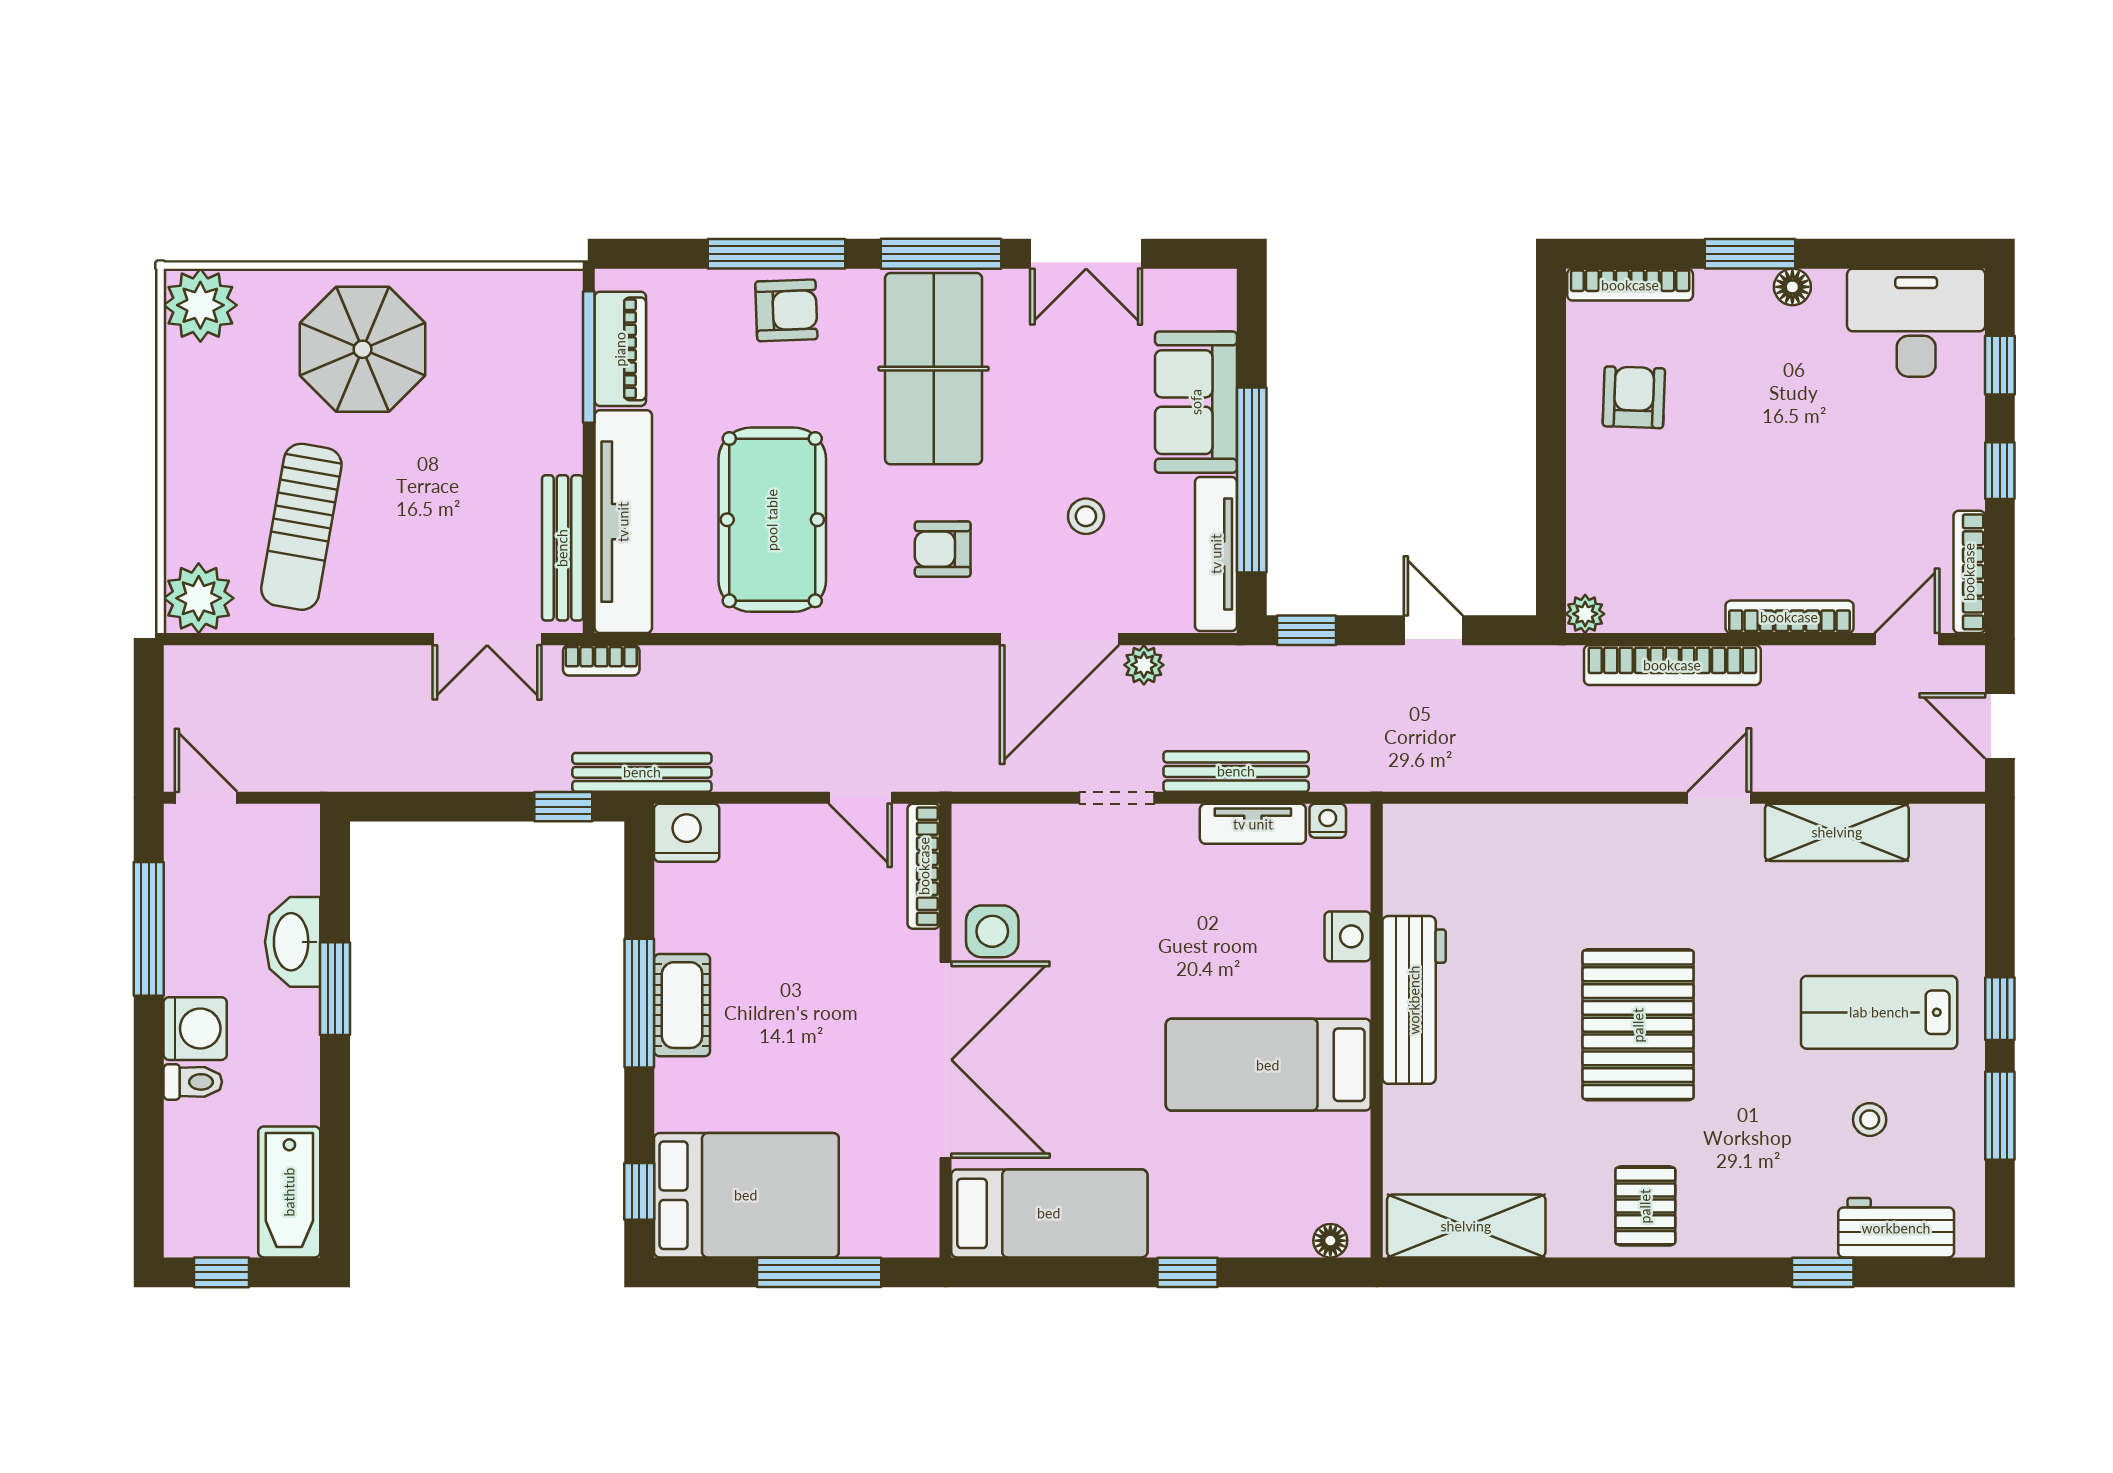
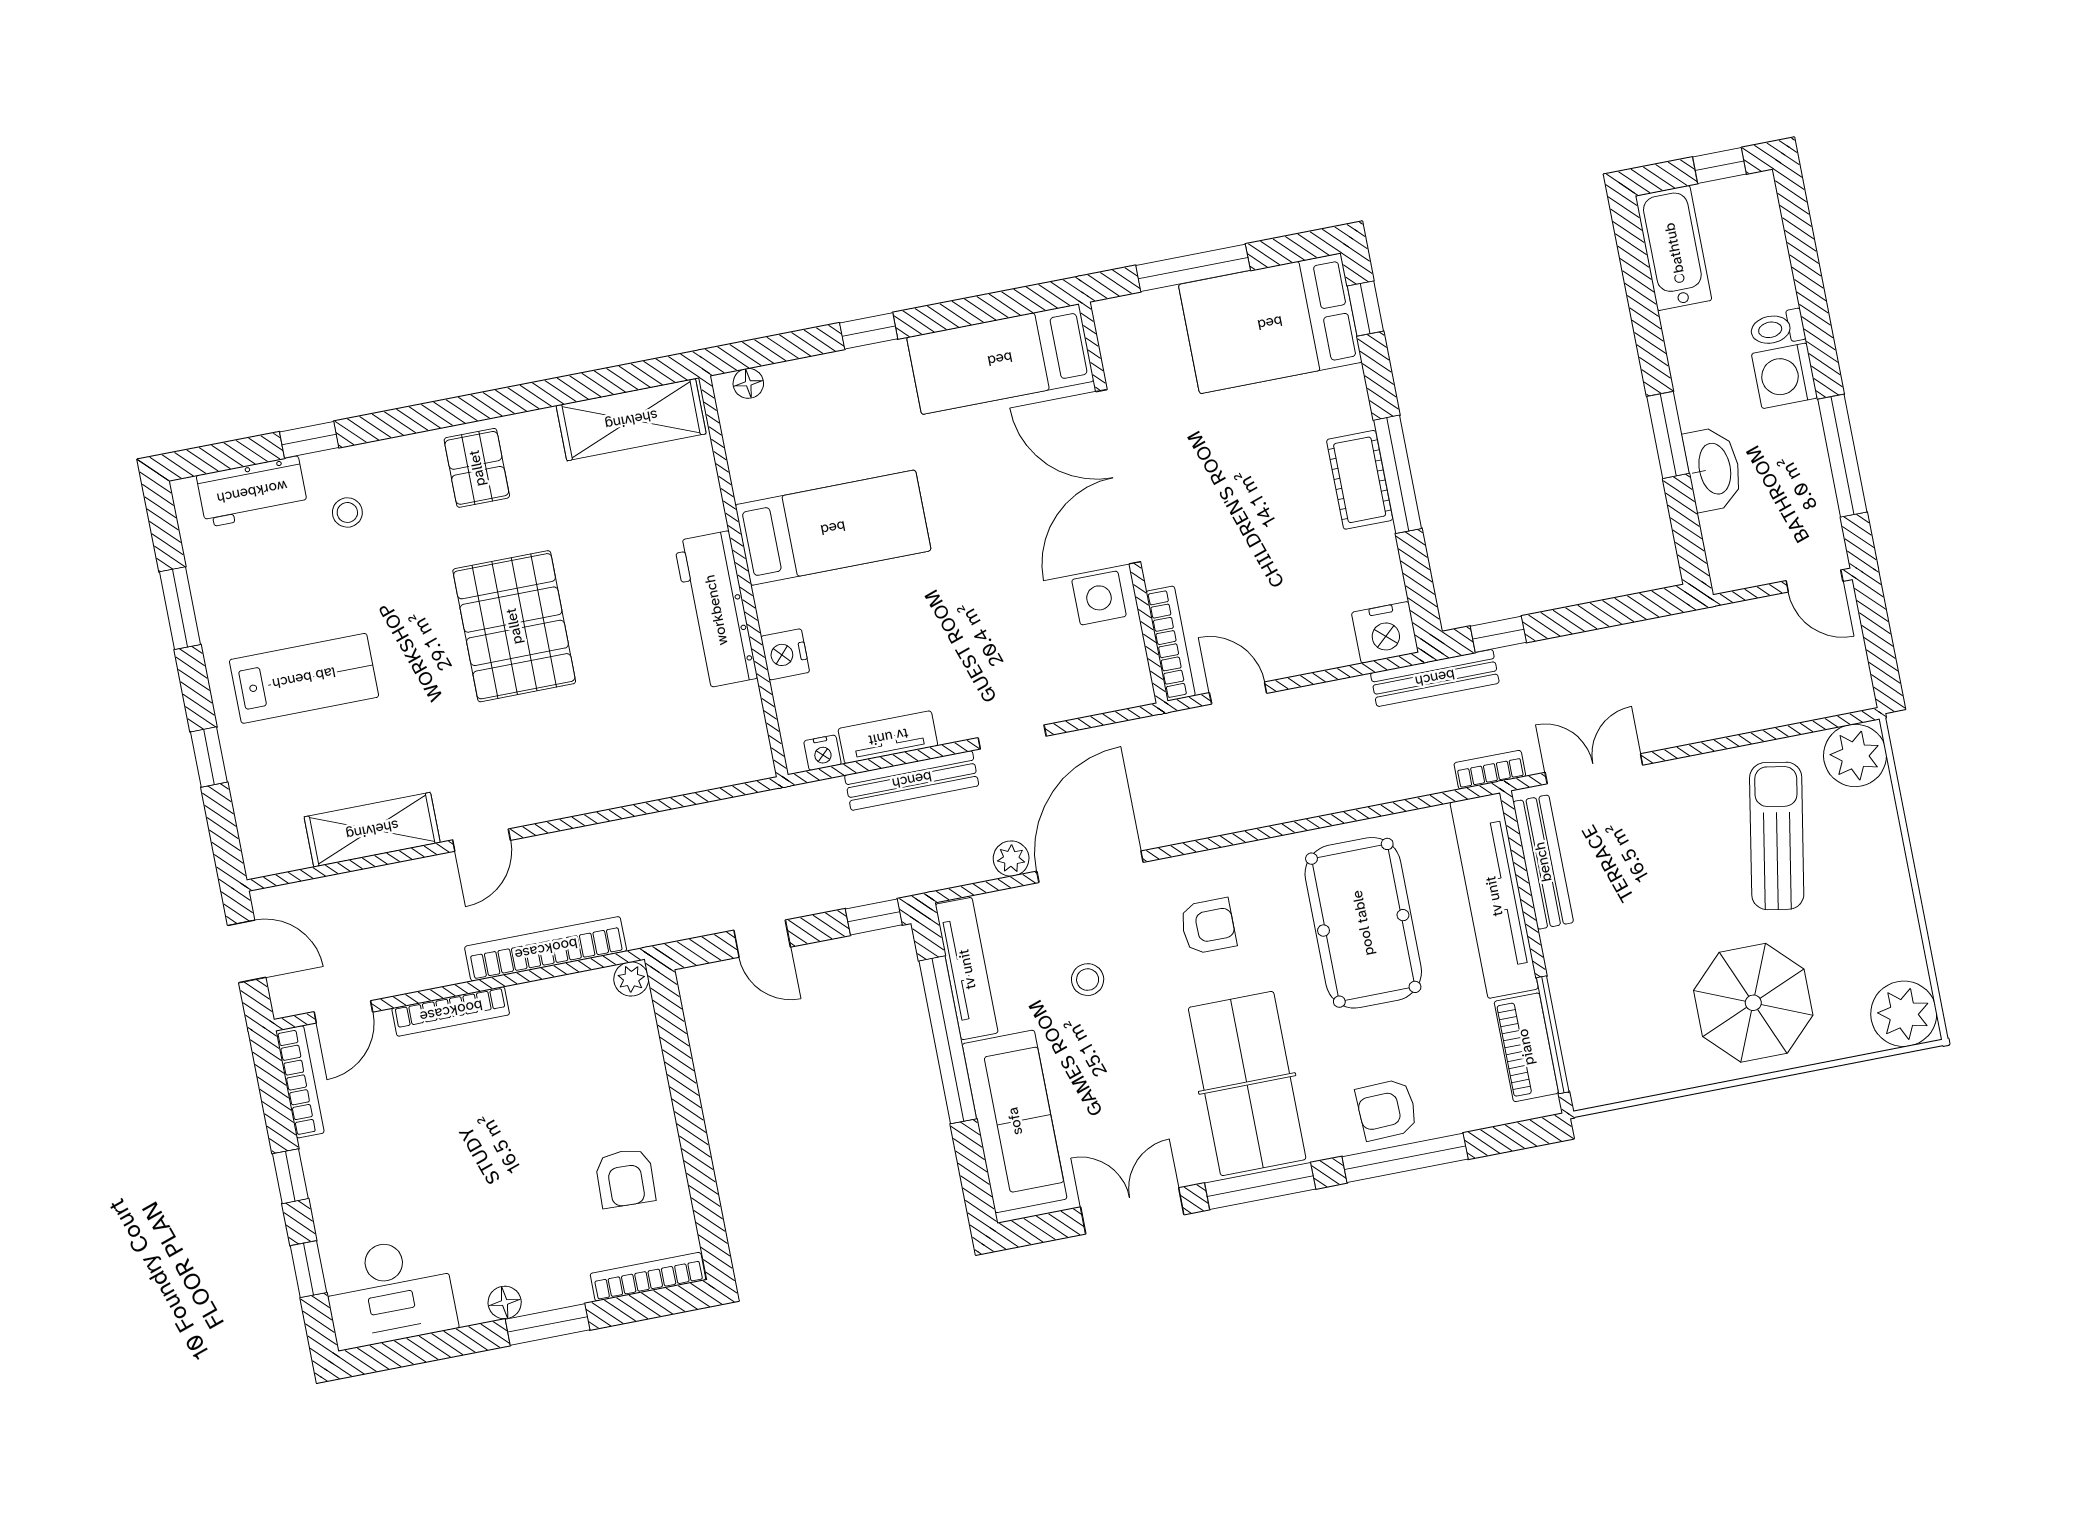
sofa: (1196, 402) -> (1015, 1121), width x1.36
window: (2000, 1009) -> (209, 757), moved
stool: (1870, 1120) -> (347, 512), moved

